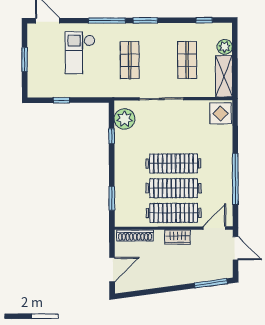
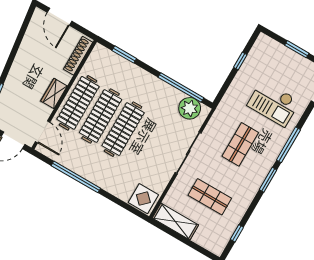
plant: (225, 47) -> (202, 238), removed
checkout: (80, 53) -> (273, 103), turned 180
shop shelf: (130, 60) -> (240, 144), turned 90
window: (112, 136) -> (181, 87), width x3.17

